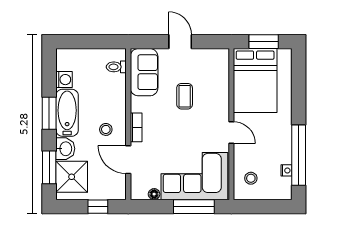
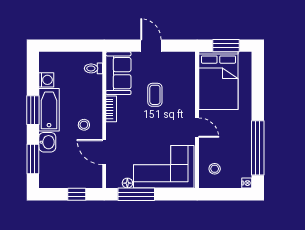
bookcase: (136, 127) -> (111, 109), moved
nightstand: (286, 170) -> (247, 183), moved
shower: (72, 177) -> (53, 167), removed
window: (194, 207) -> (136, 194), moved

